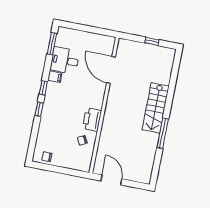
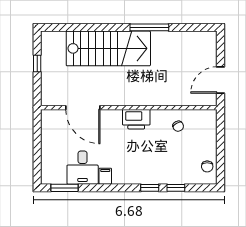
door: (111, 70) -> (83, 108), hinge flipped
window: (43, 88) -> (176, 188), moved
stairs: (156, 108) -> (108, 48), width x1.36, depth x1.51
printer: (92, 119) -> (136, 119), moved

